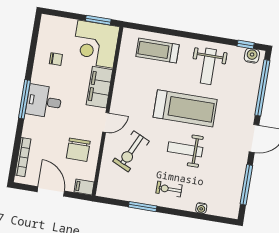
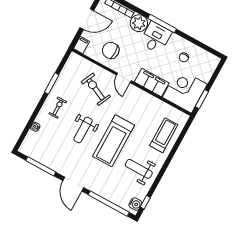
plant: (34, 127) -> (139, 23), added
weight bench: (185, 149) -> (83, 130), turned 180

